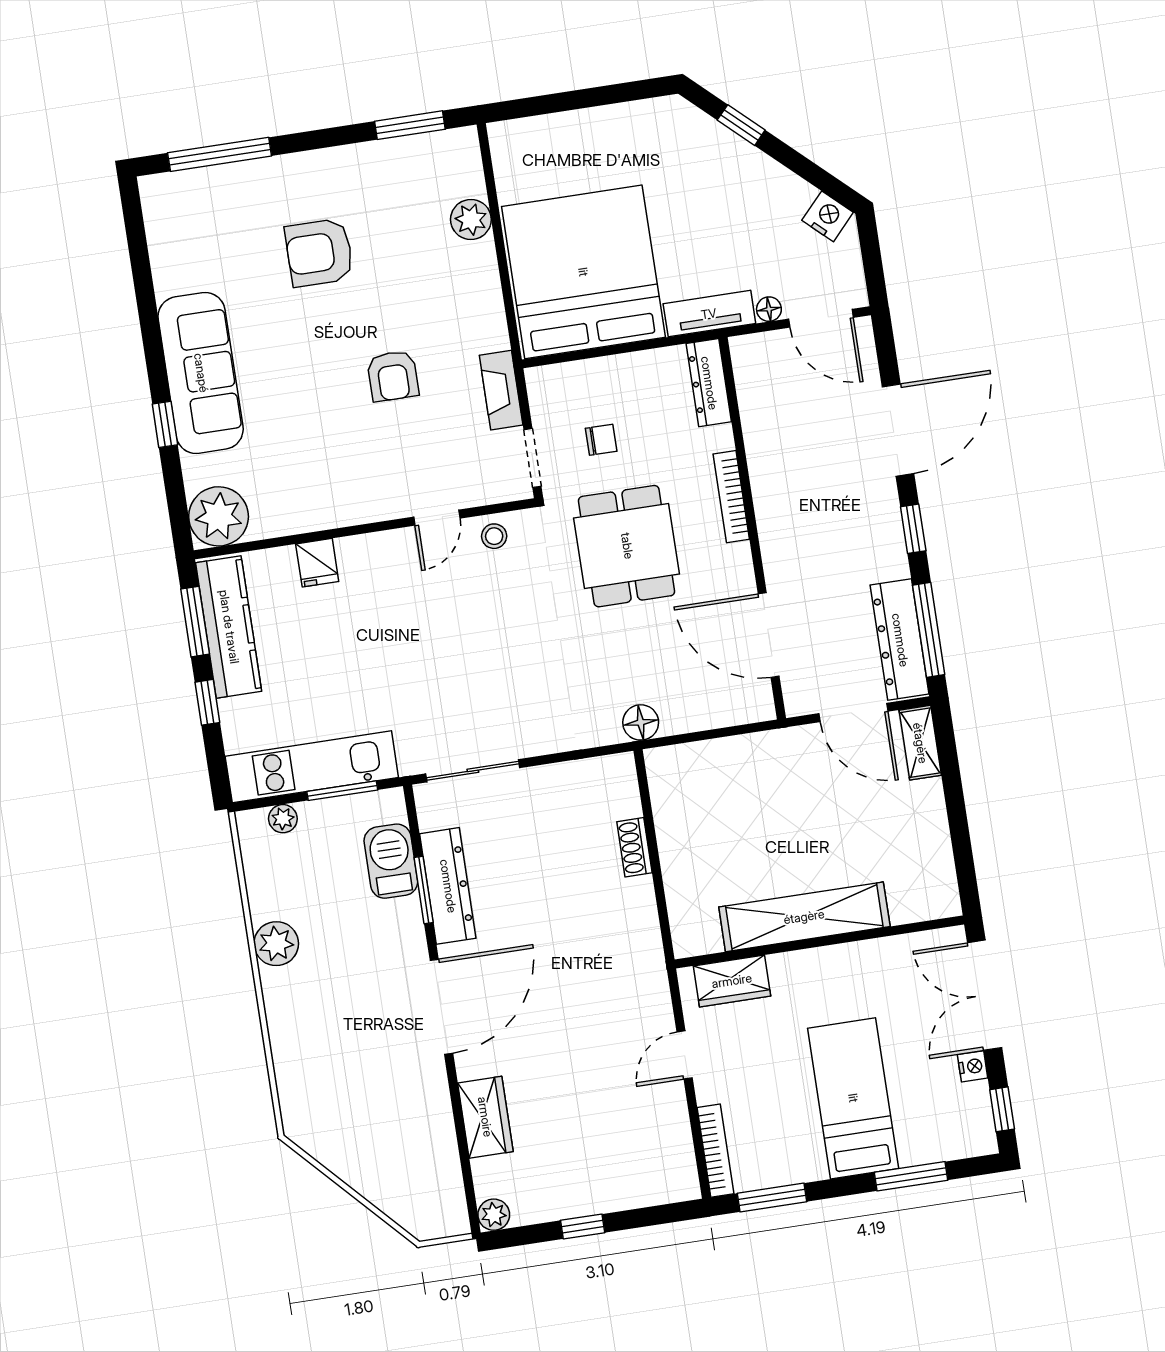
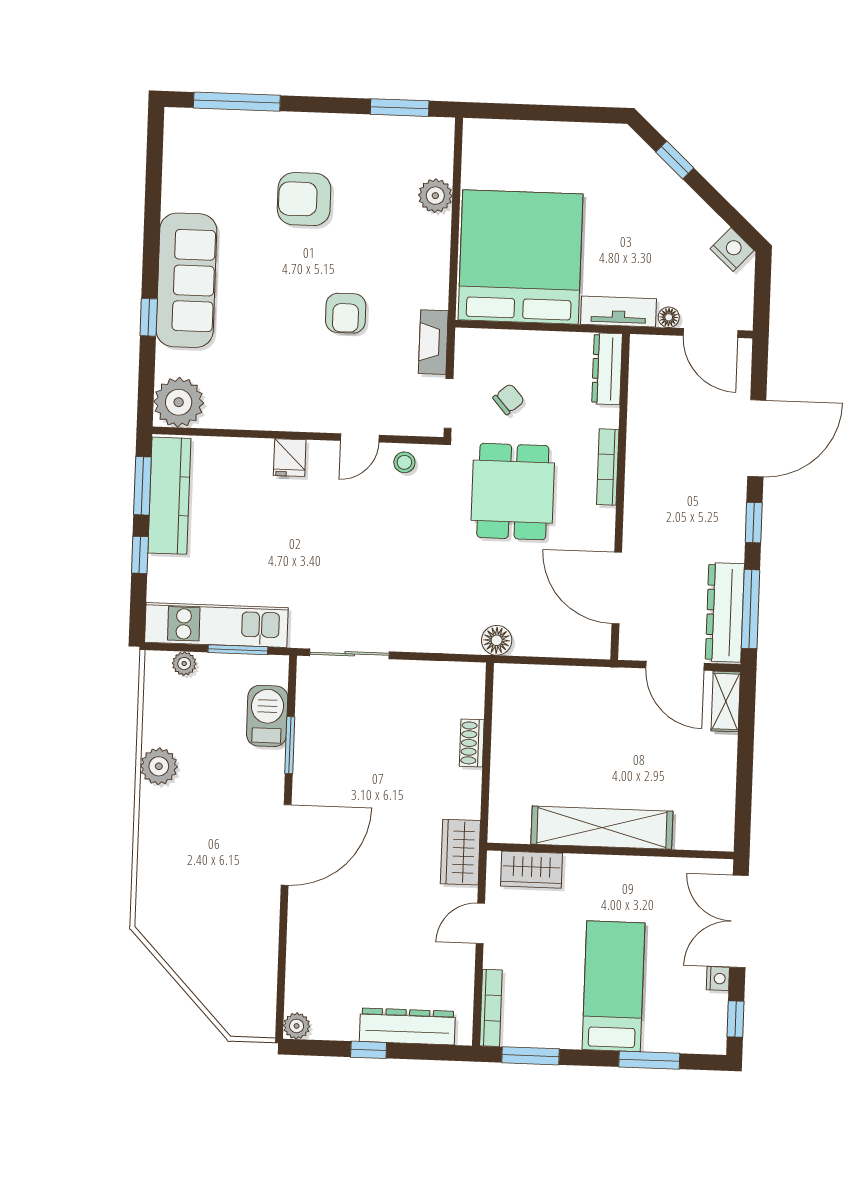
chair: (601, 440) -> (509, 399), turned -41
fridge: (317, 563) -> (290, 458), moved
dresser: (448, 886) -> (407, 1026), moved, turned -90
wardrobe: (485, 1117) -> (460, 852), moved, turned 180

